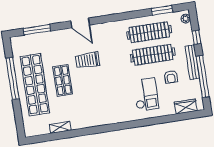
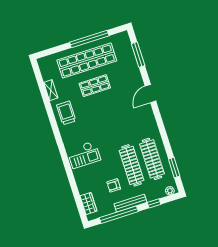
trolley: (88, 60) -> (66, 113), moved
checkout: (146, 94) -> (84, 155), moved

